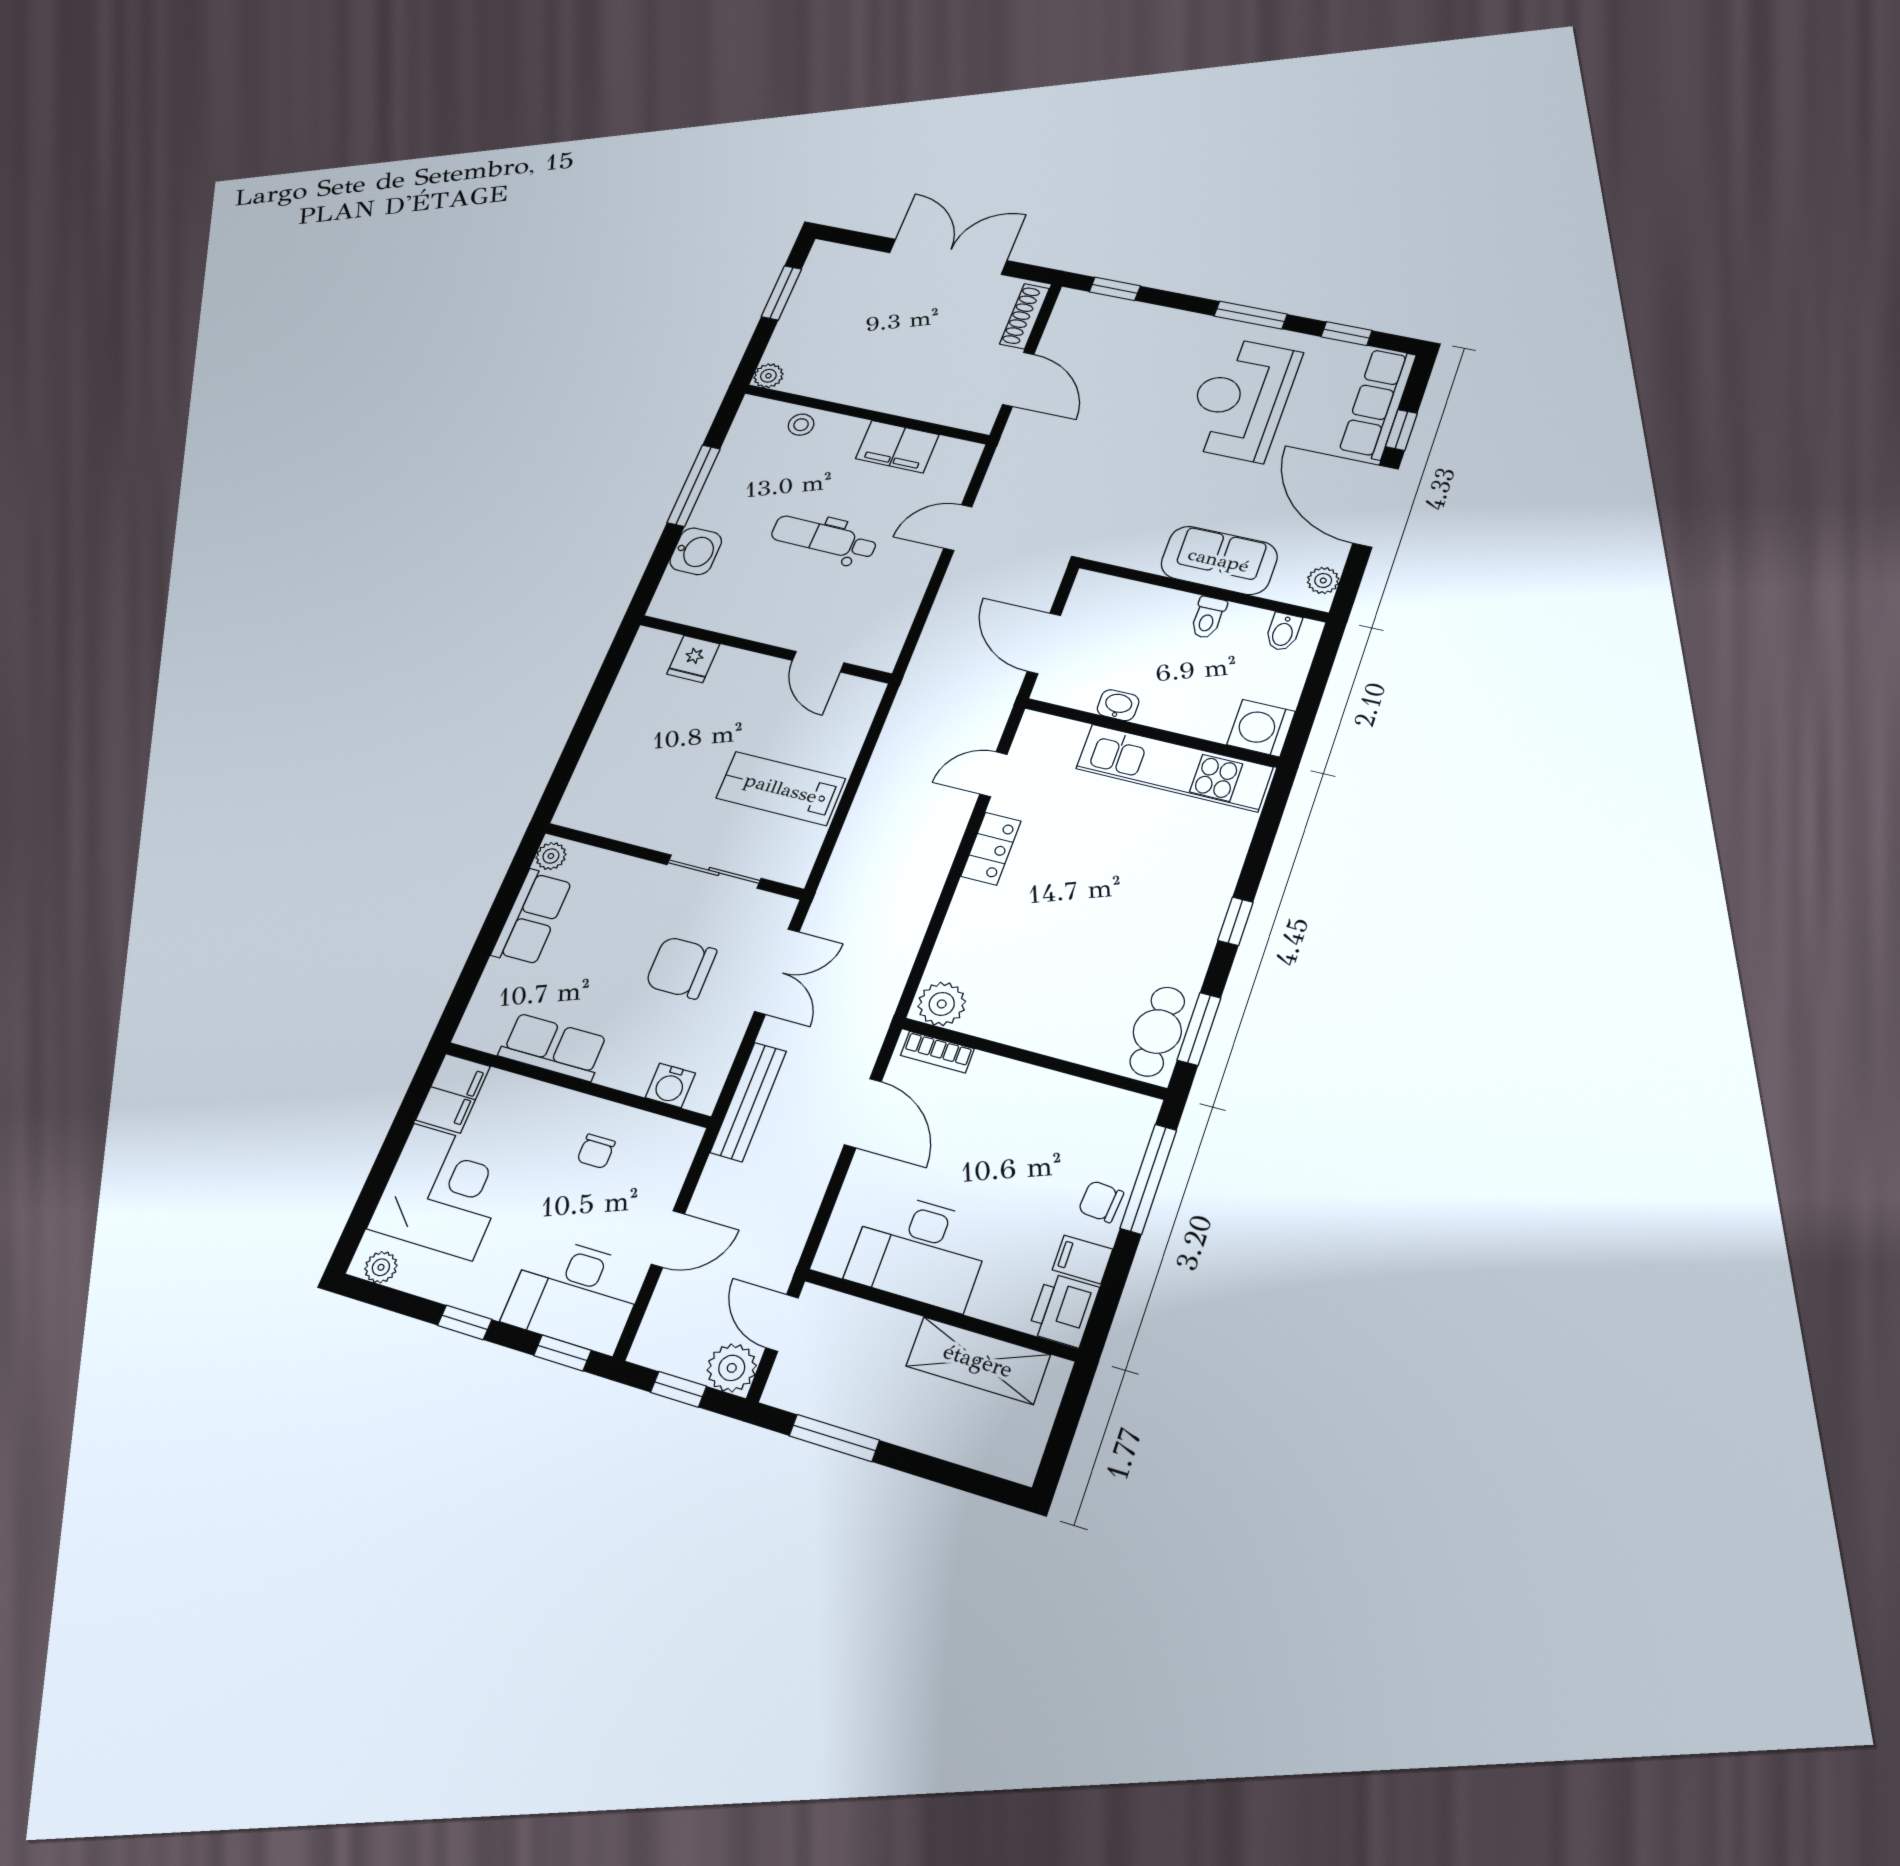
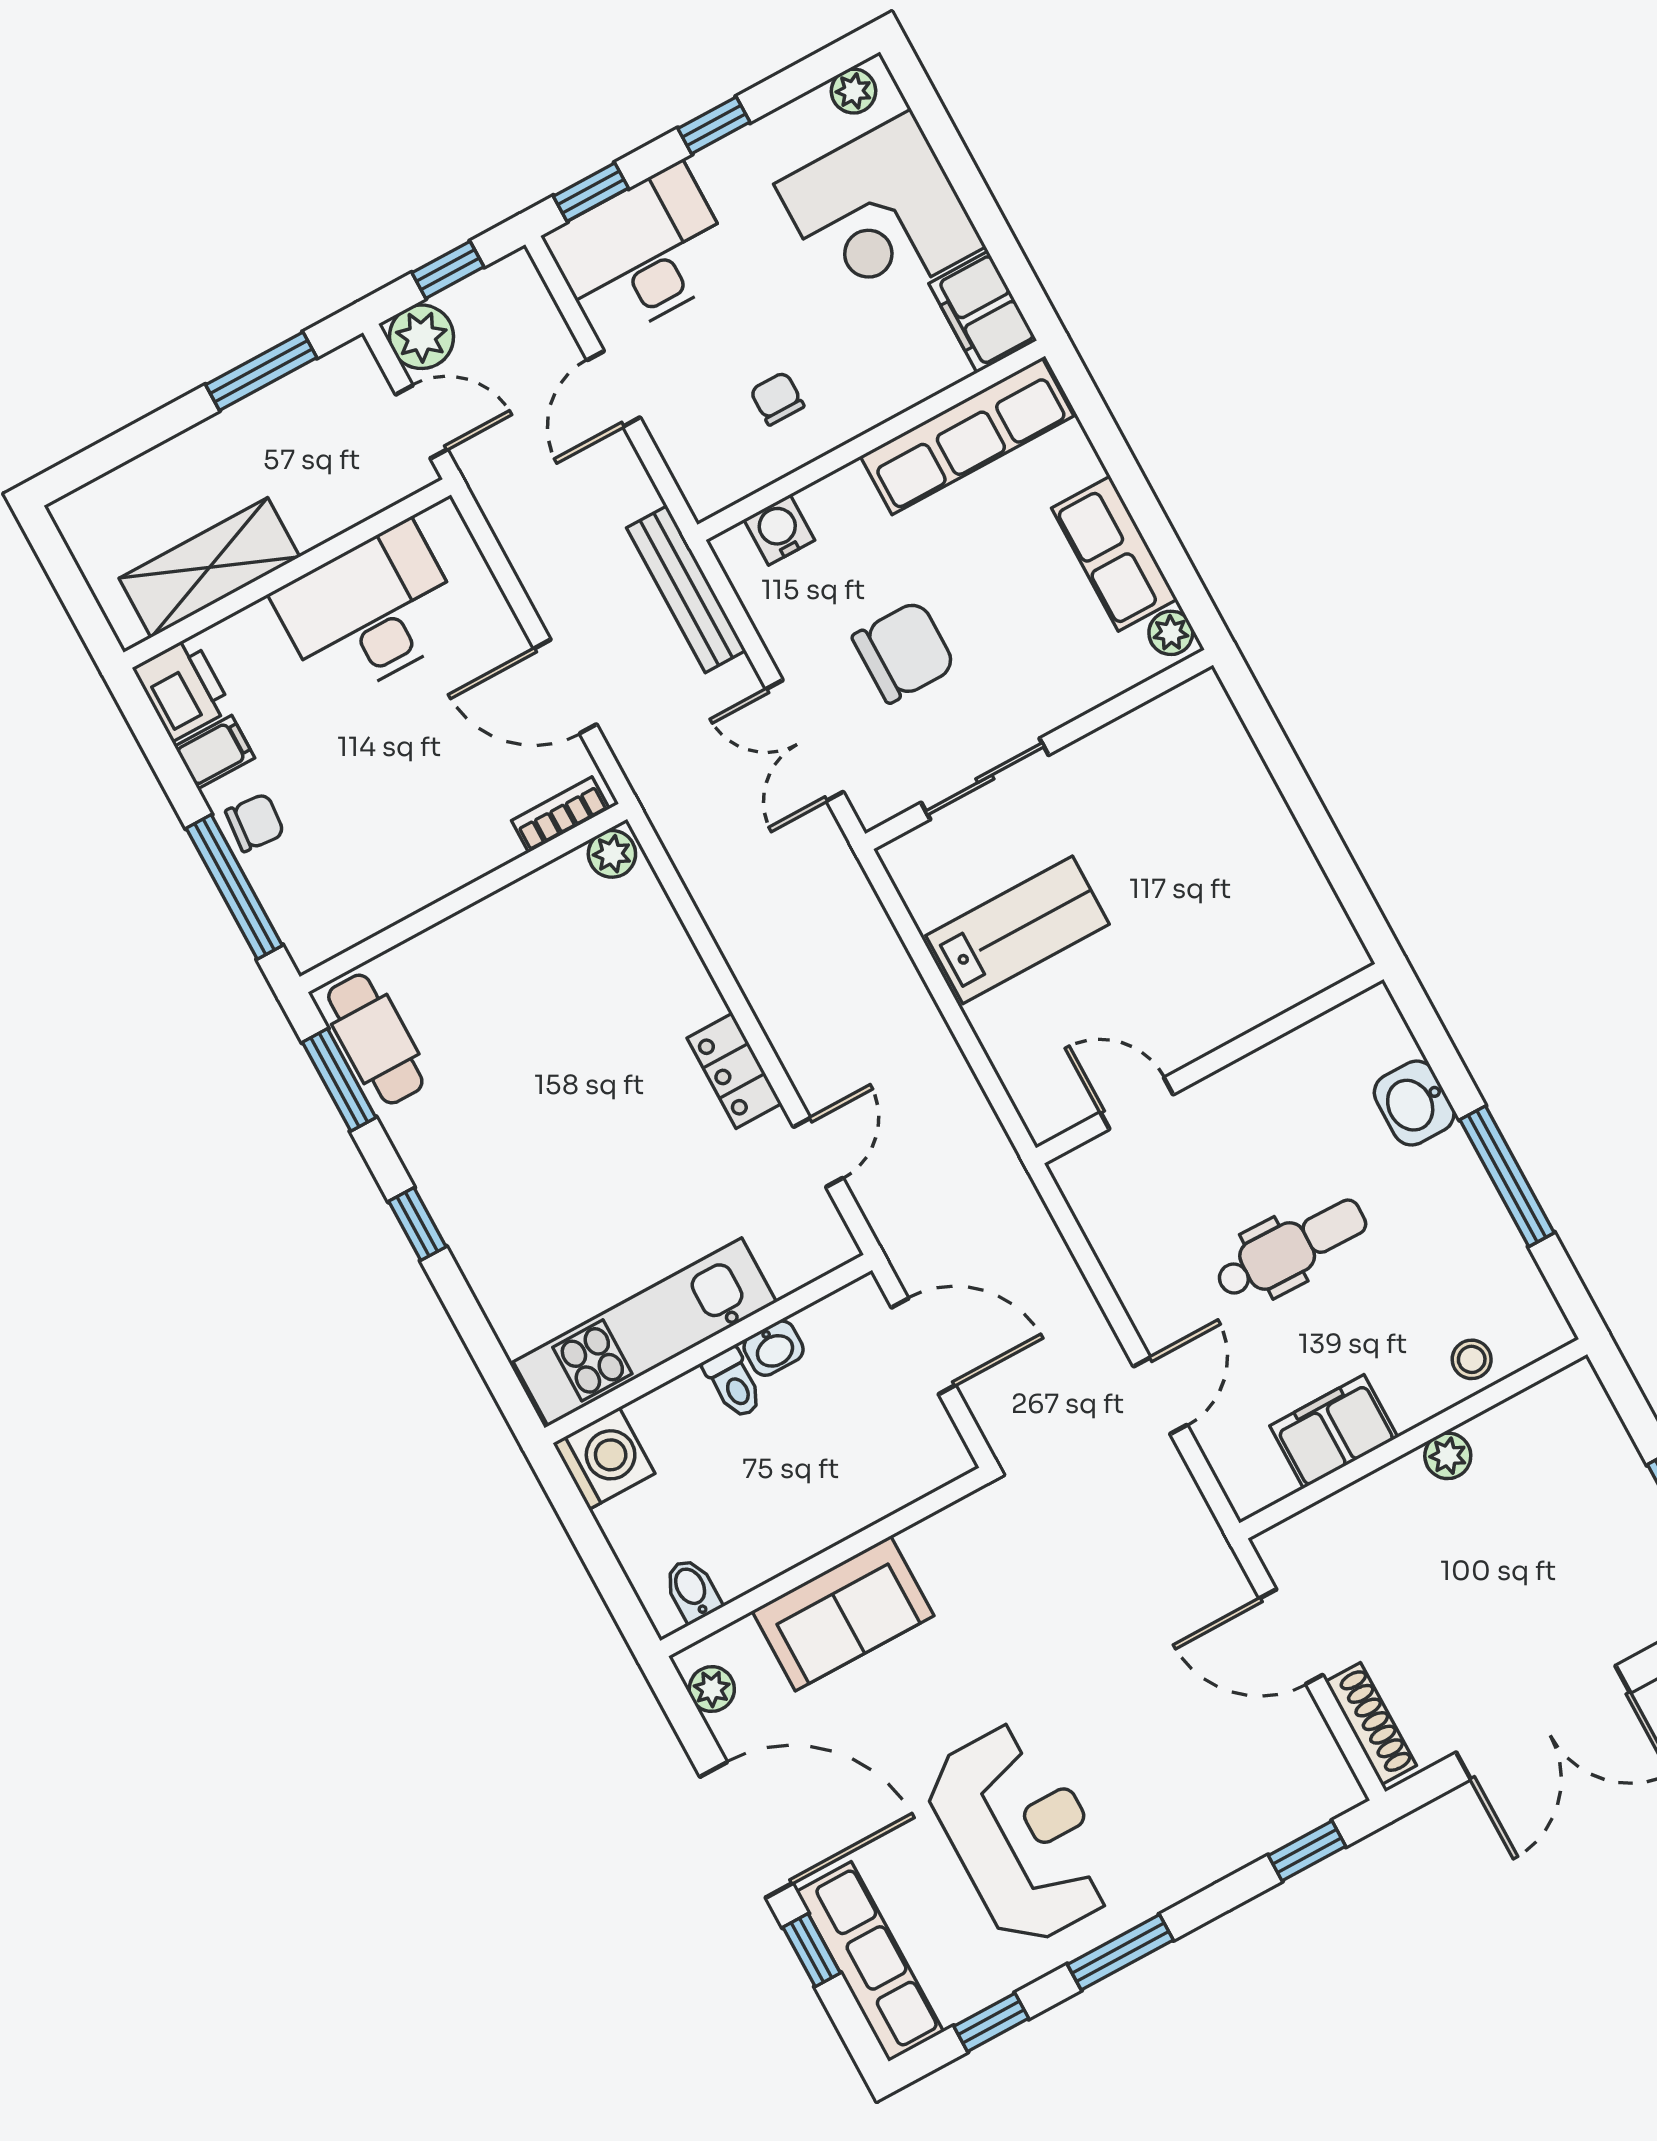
plant: (768, 376) -> (1448, 1456), moved
toilet: (1208, 617) -> (733, 1383), moved, turned 180
fridge: (693, 659) -> (1273, 981), removed
plant: (942, 1004) -> (612, 854), width x0.73, depth x0.73
row of seats: (553, 1047) -> (967, 436), width x1.48

